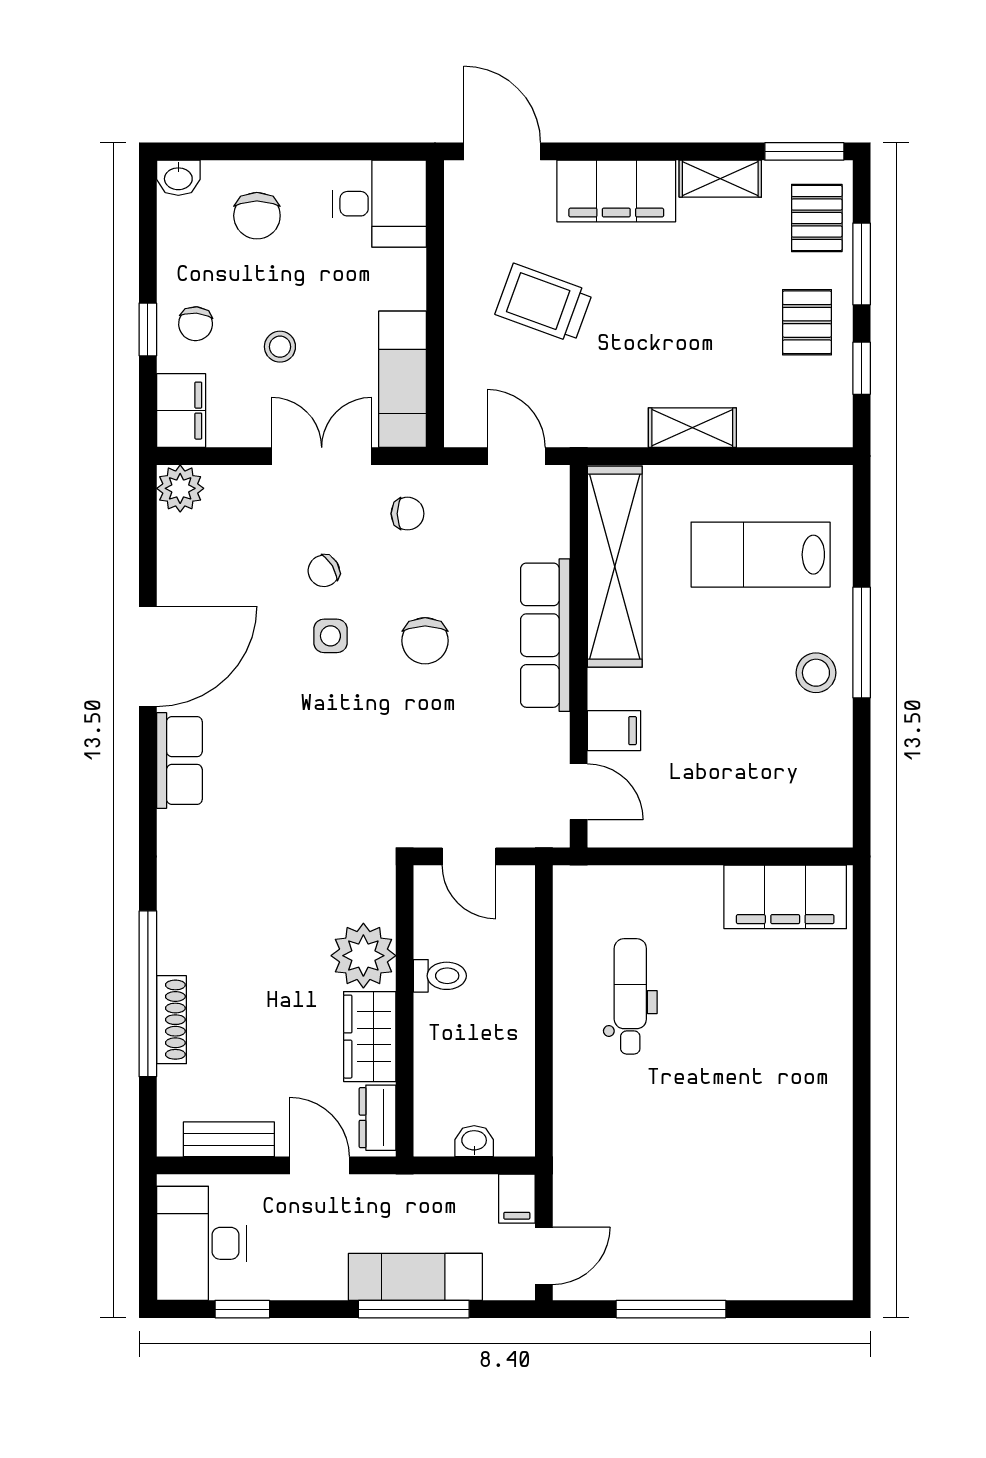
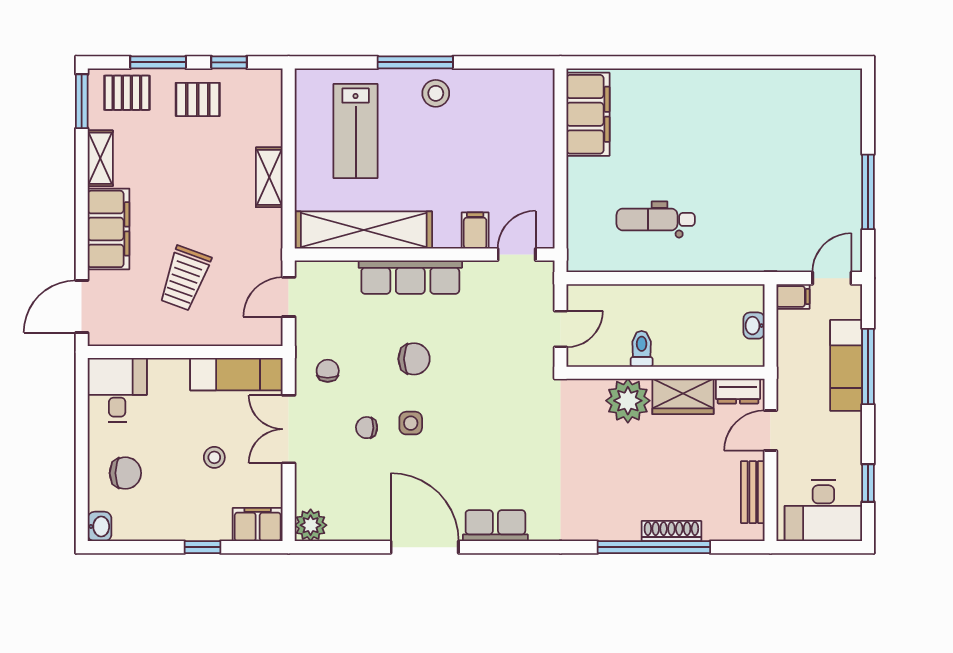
chair: (196, 324) -> (199, 515), removed
chair: (324, 571) -> (367, 428), turned 123
door: (544, 1256) -> (832, 278), hinge flipped

